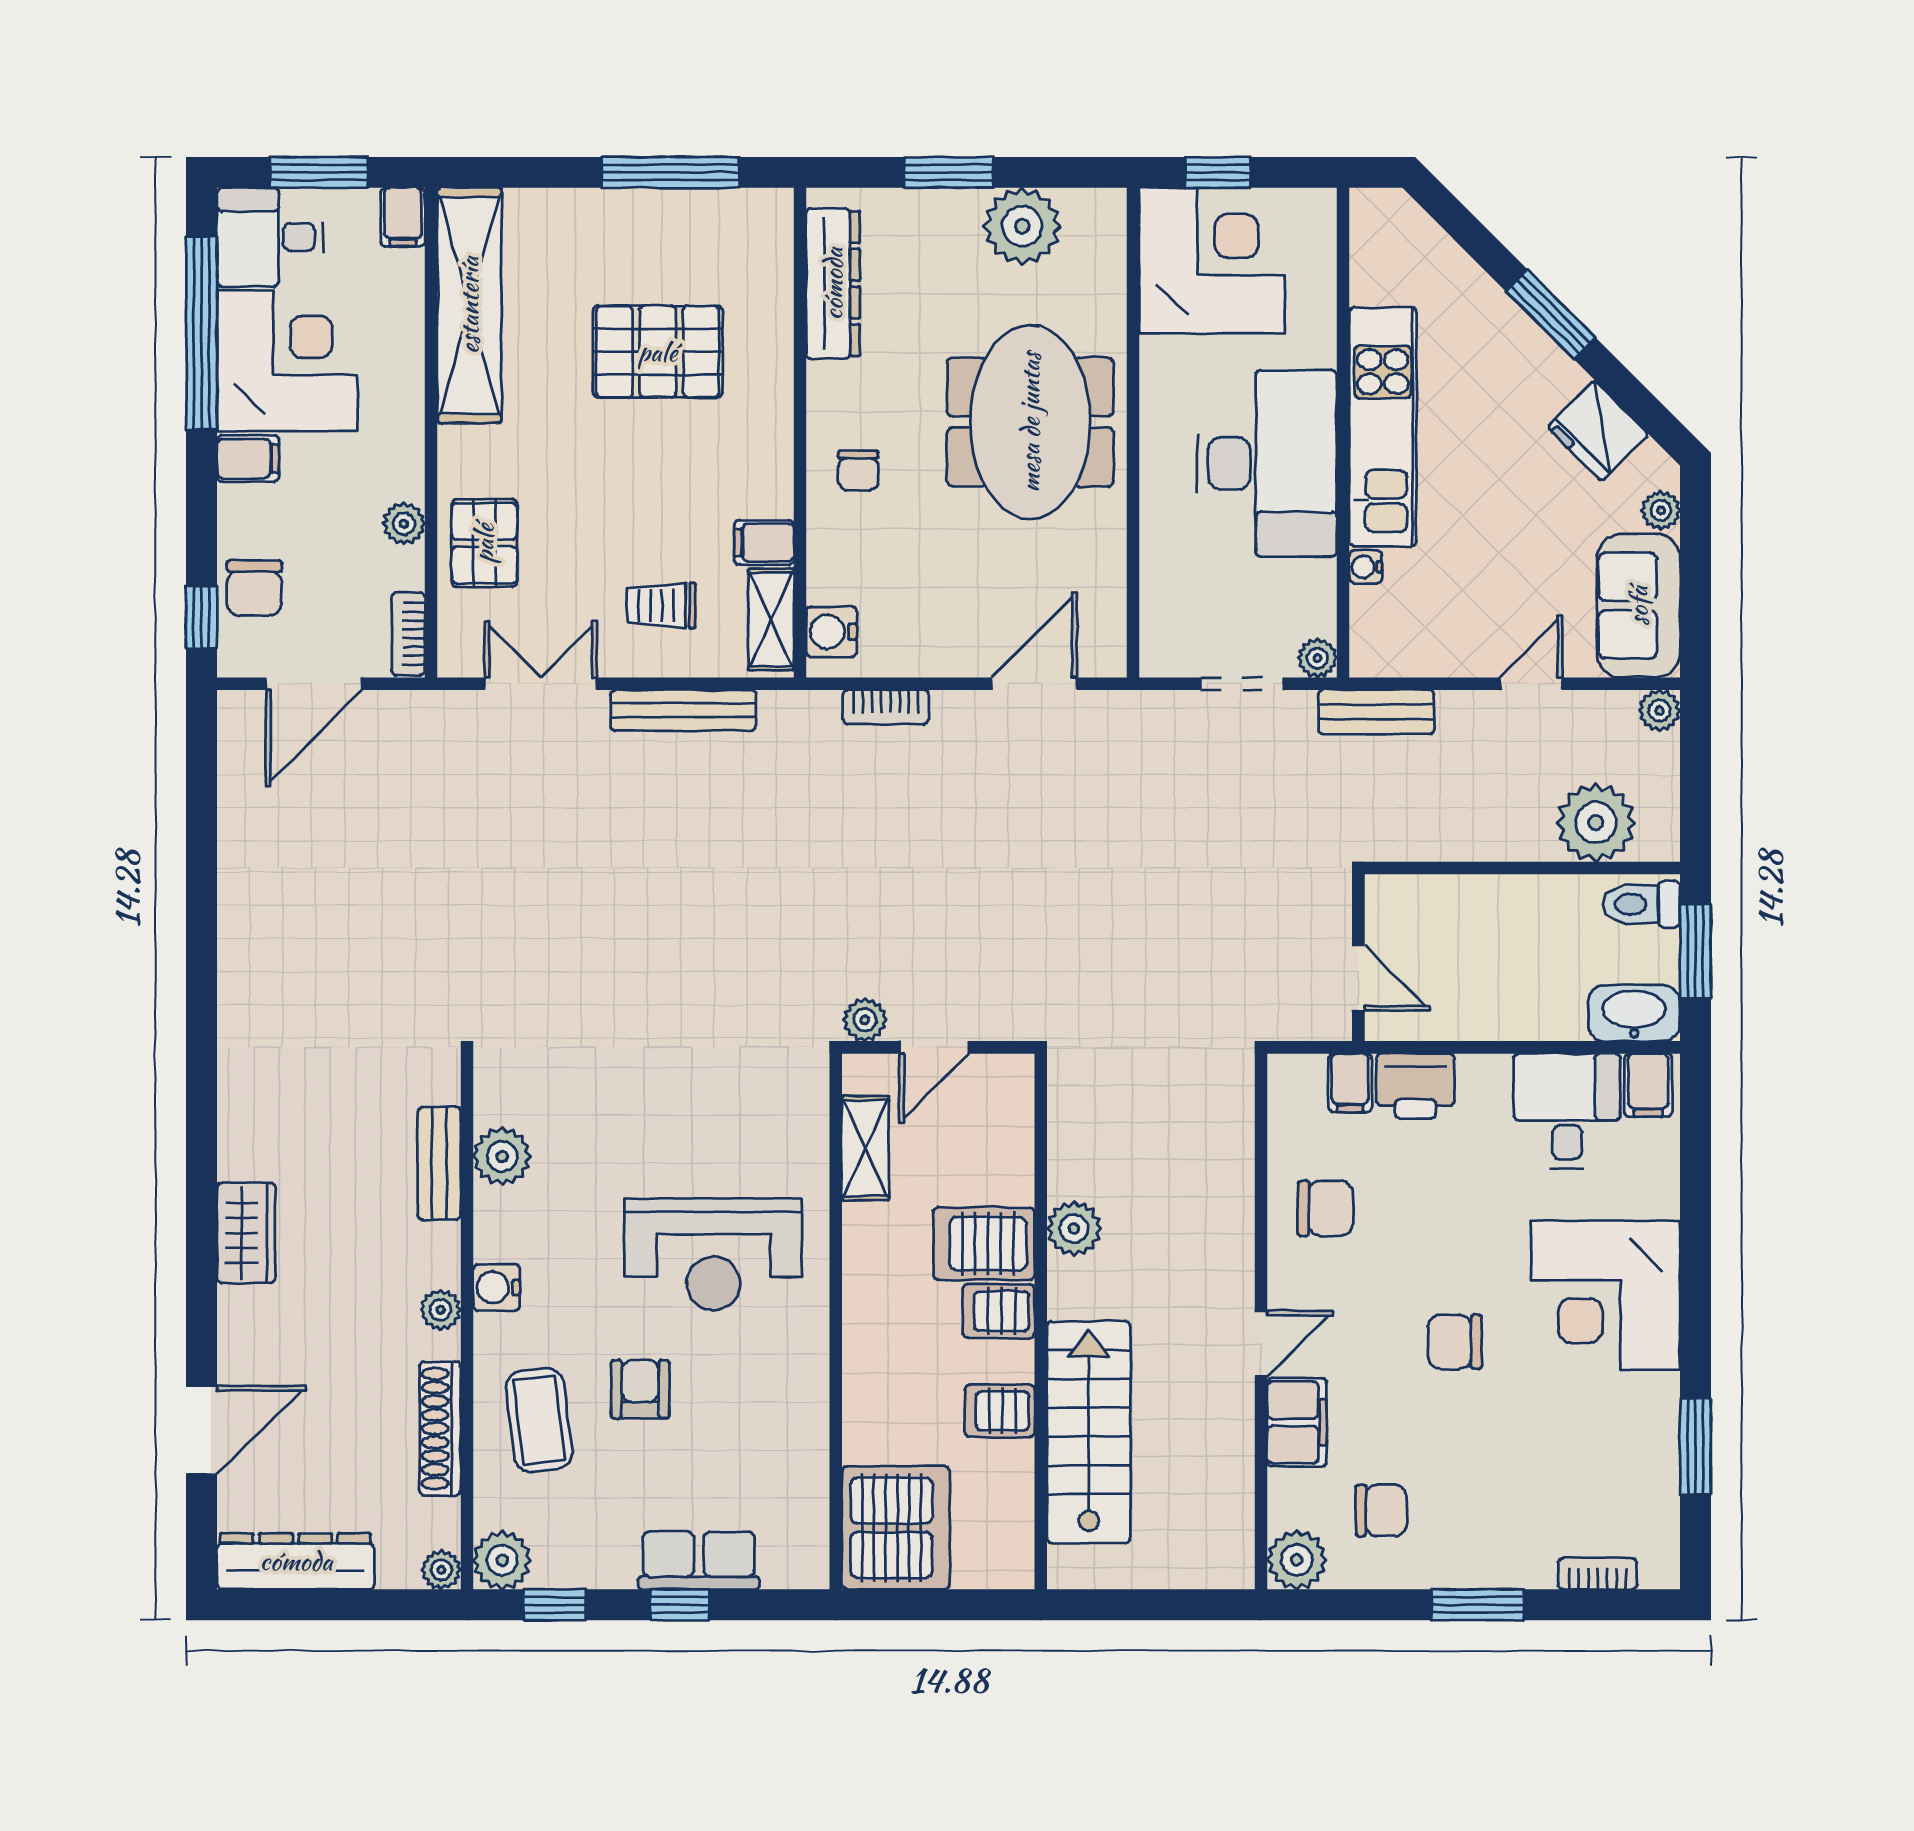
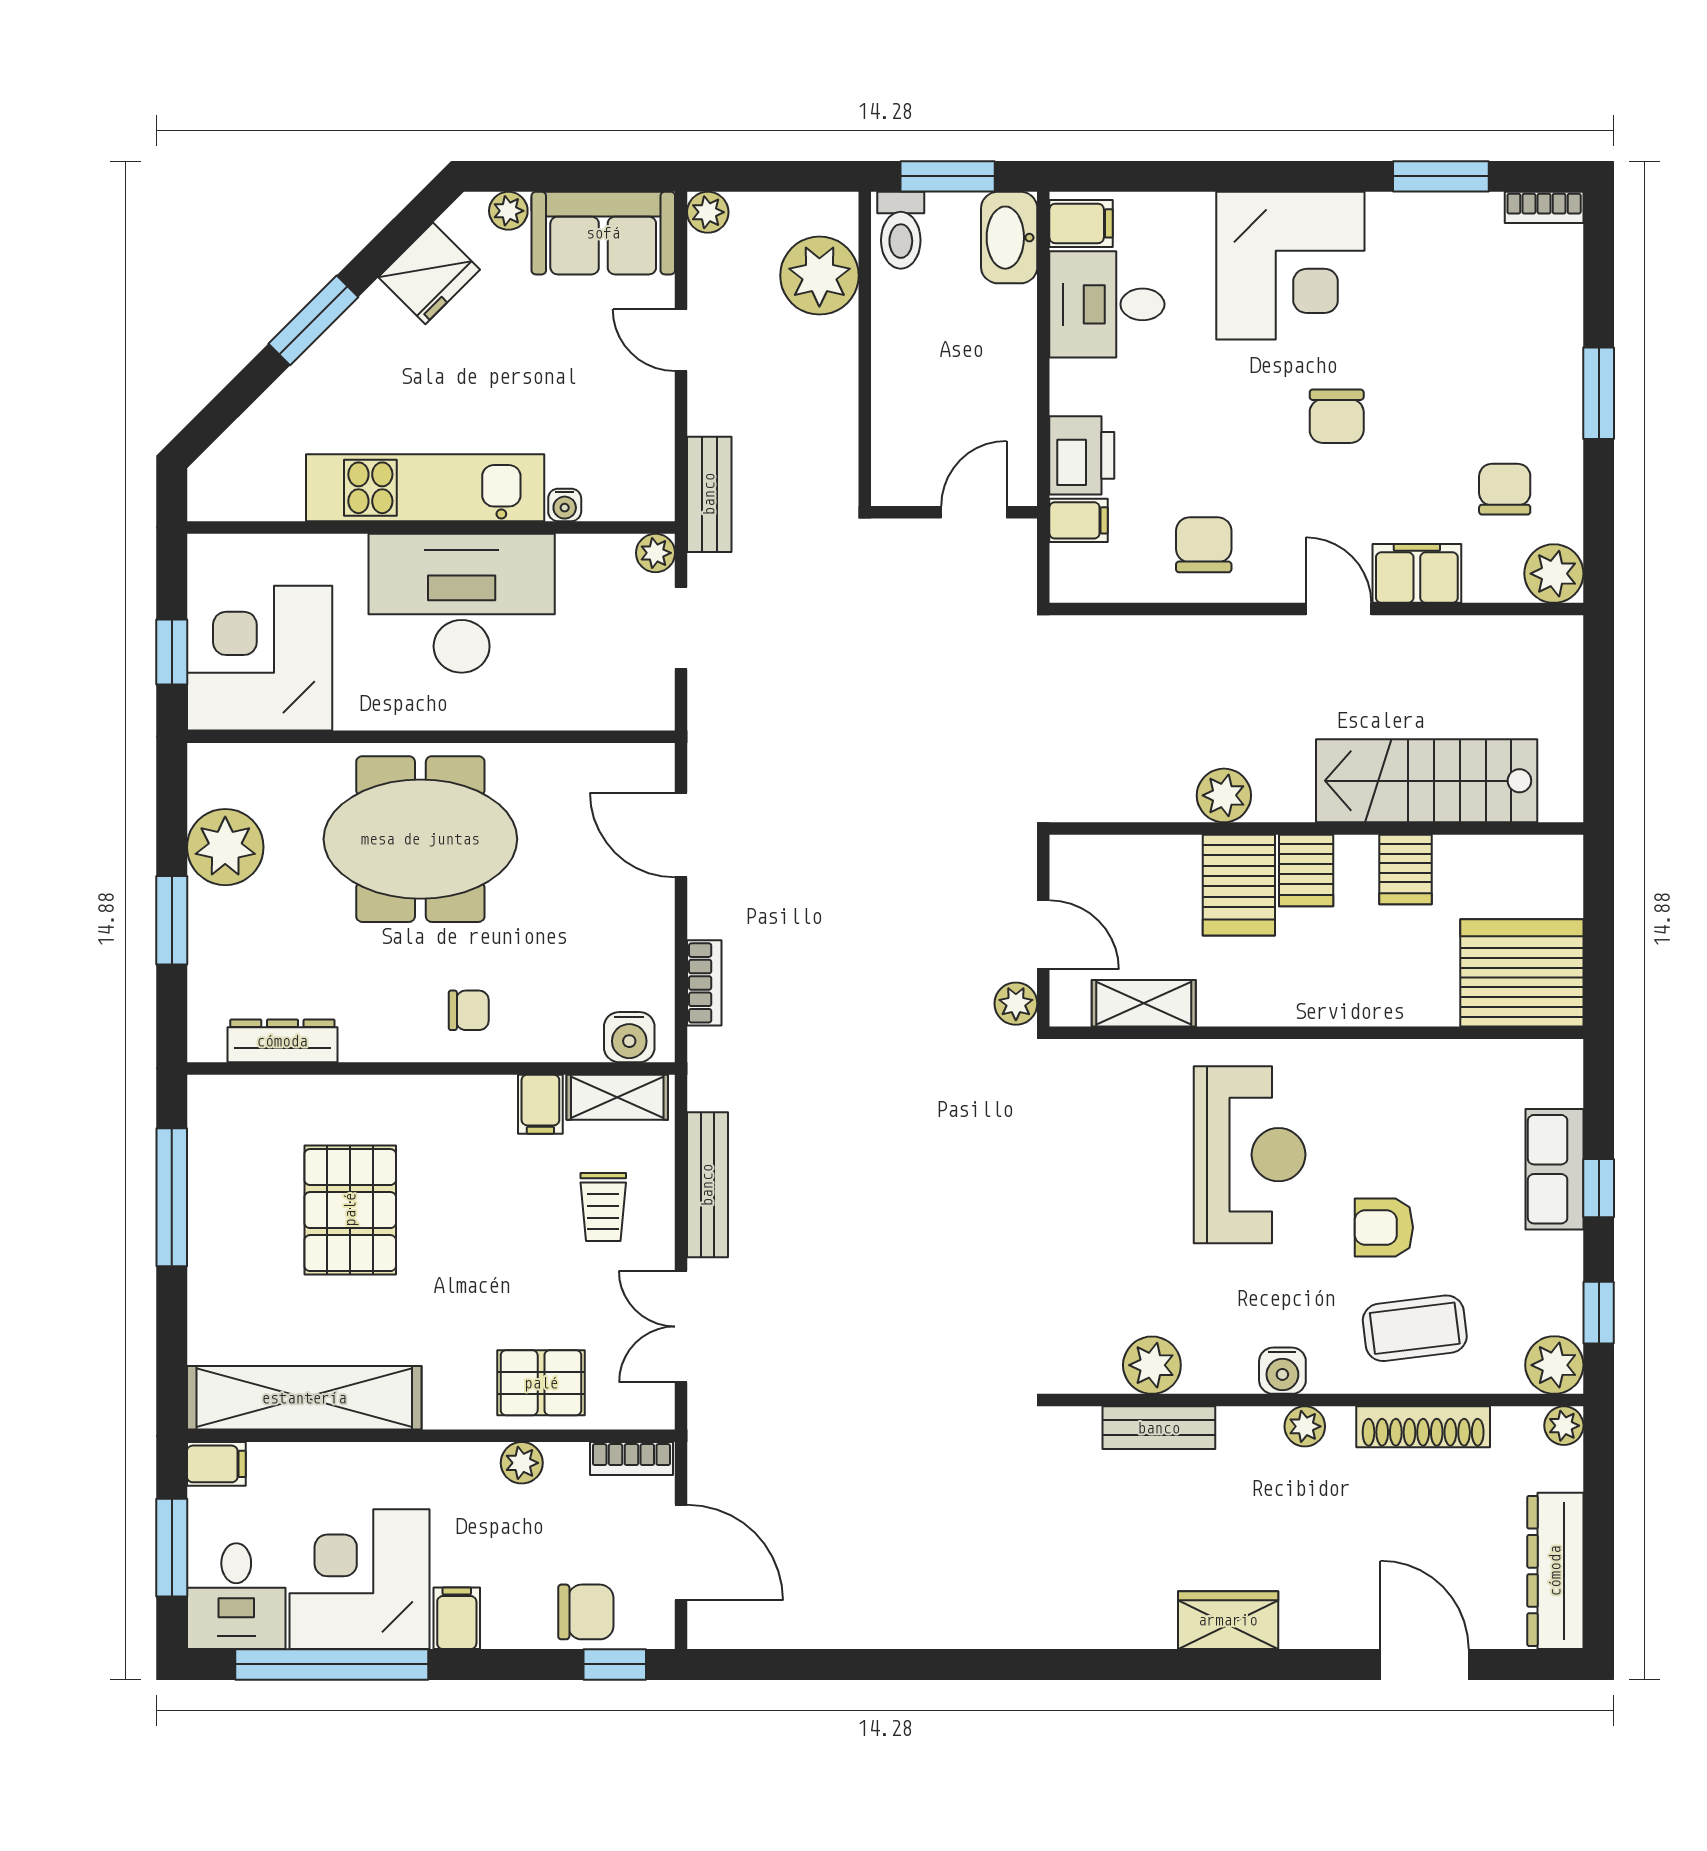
dresser: (833, 284) -> (282, 1041), width x0.73, depth x0.80
bookcase: (1598, 1574) -> (1544, 207), moved, turned -90

